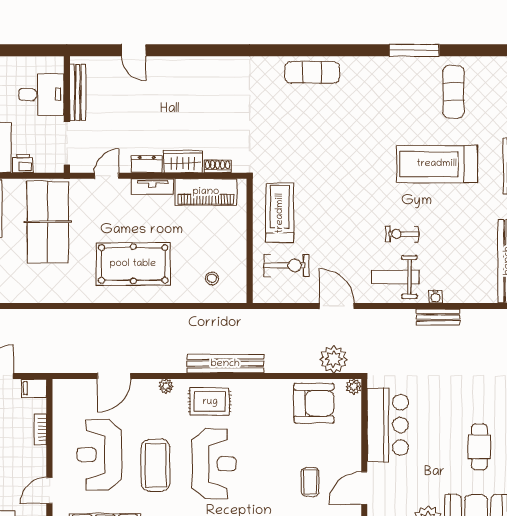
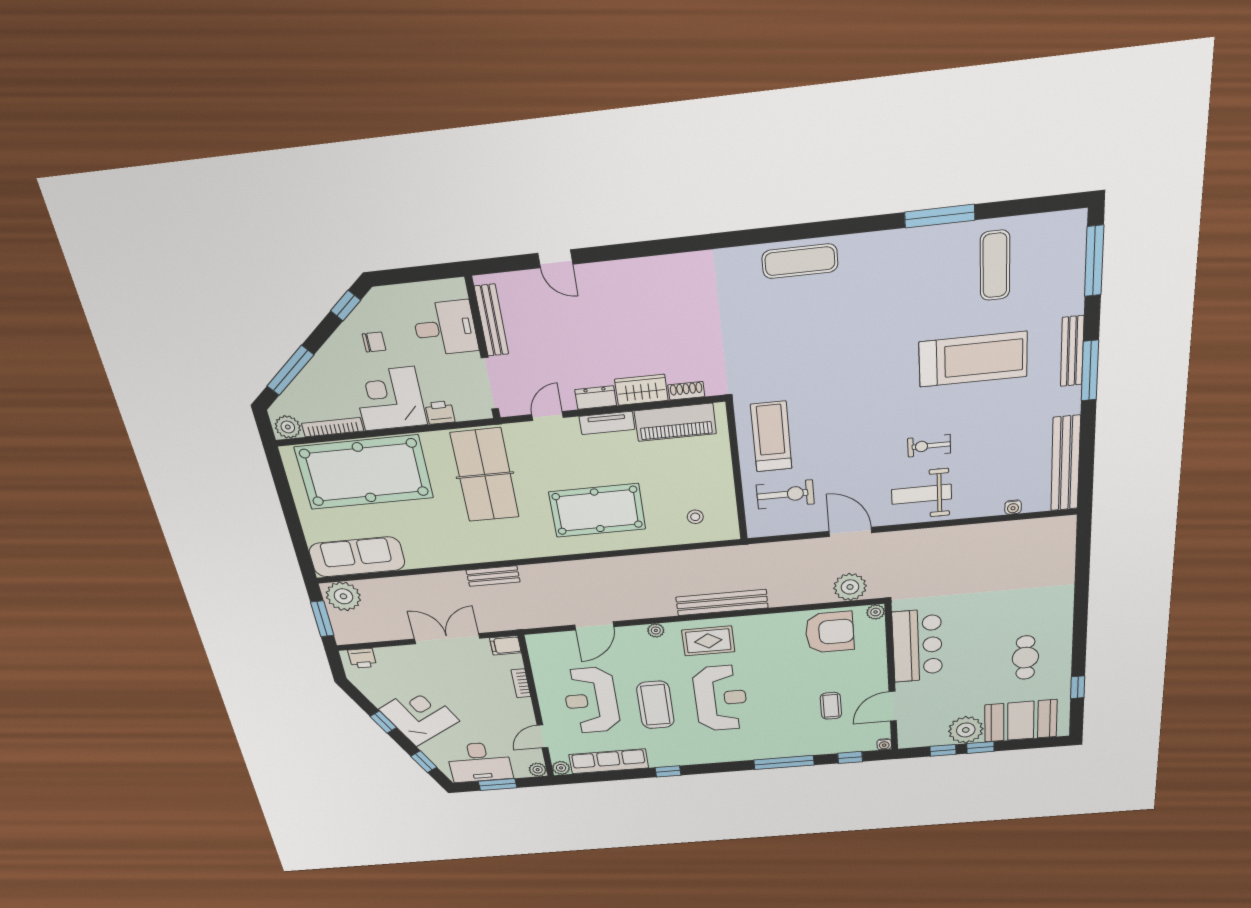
treadmill: (437, 164) -> (973, 359), turned 180
water cooler: (436, 297) -> (1013, 507), moved
bench: (438, 317) -> (493, 576), moved

